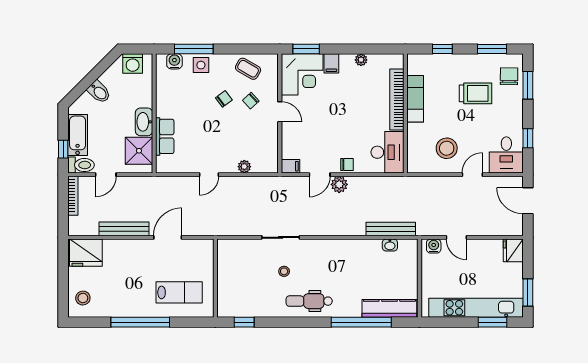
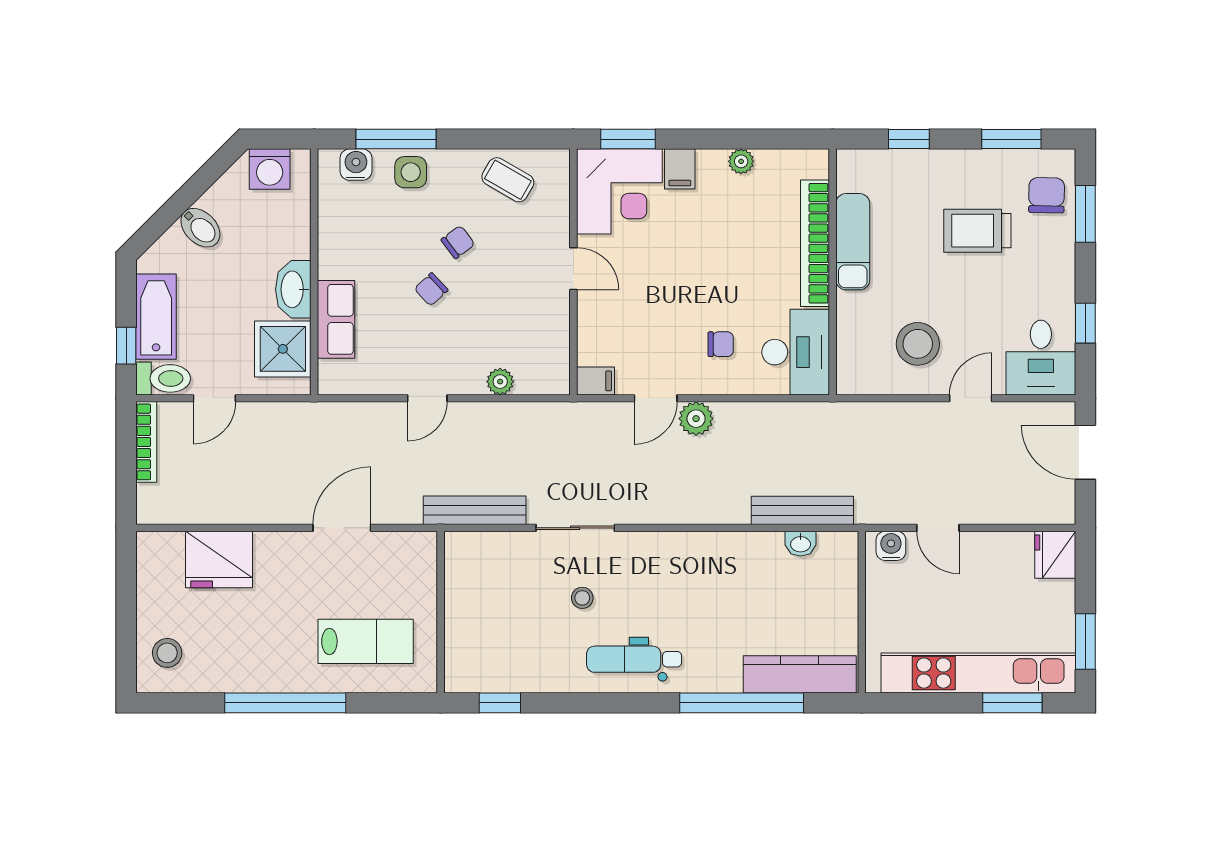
trolley: (476, 93) -> (977, 231), turned 180
chair: (251, 101) -> (431, 289), moved
chair: (347, 165) -> (721, 344), moved
bench: (124, 229) -> (475, 510), moved
fridge: (86, 253) -> (219, 559), moved

